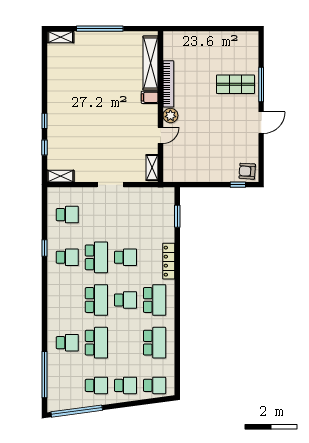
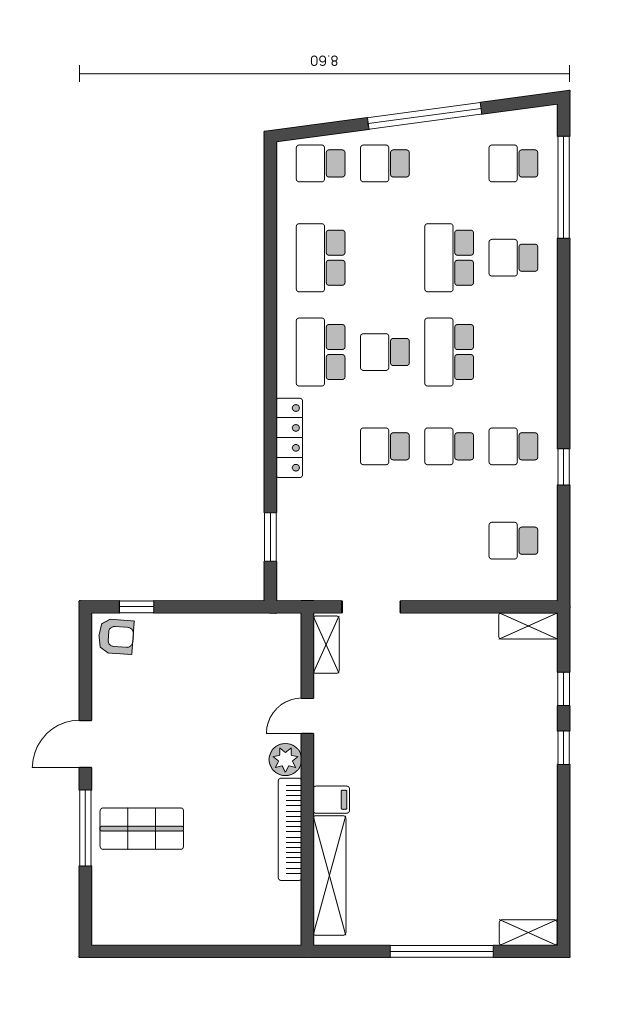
doorway: (110, 185) -> (371, 607), moved
school desk: (96, 257) -> (449, 446), width x0.54
school desk: (96, 385) -> (513, 163), moved
window: (77, 411) -> (425, 116), moved

